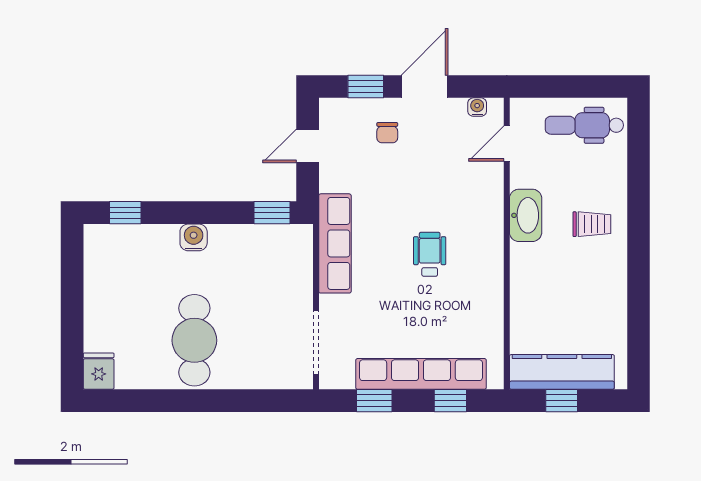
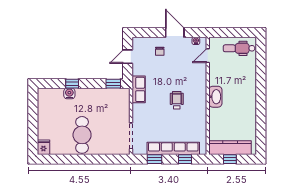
window: (366, 87) -> (151, 33), removed
door: (425, 87) -> (175, 33), hinge flipped
window: (125, 213) -> (72, 84), moved
washbasin: (526, 215) -> (215, 97), moved
trolley: (592, 224) -> (242, 88), removed
water cooler: (194, 237) -> (69, 93), moved
row of seats: (335, 243) -> (139, 89), width x0.68

